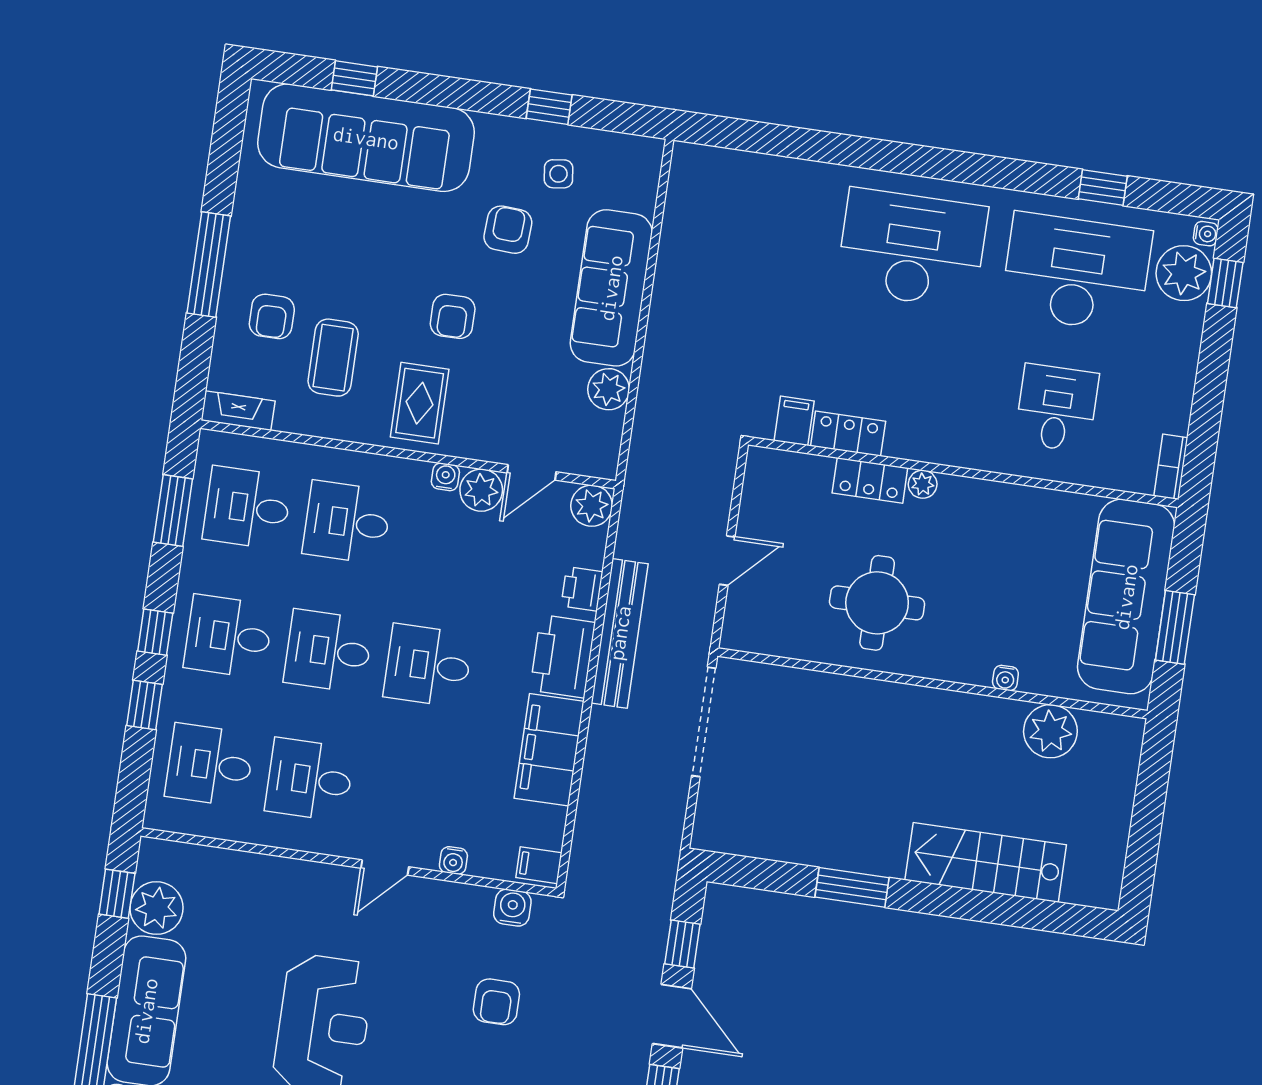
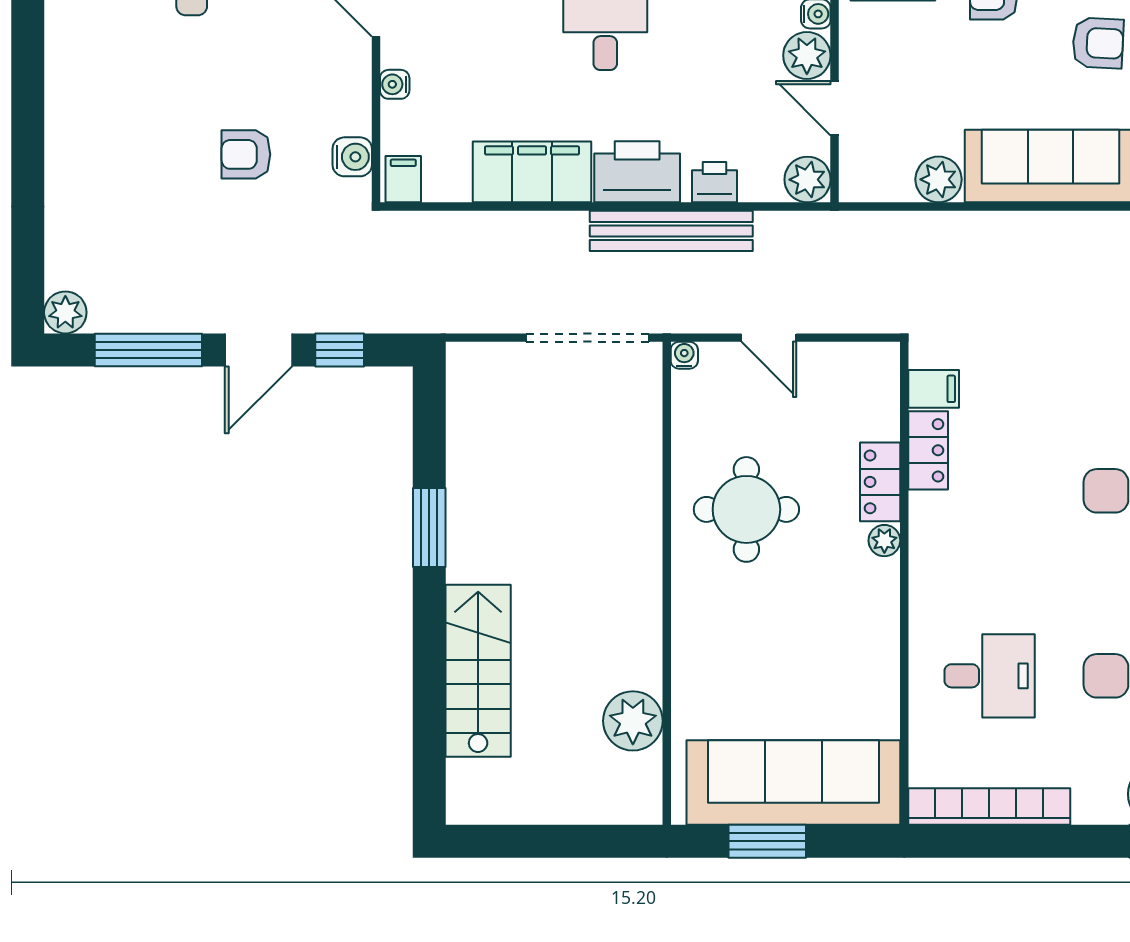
bookcase: (1171, 467) -> (989, 807), width x2.31, depth x1.31
water cooler: (1005, 678) -> (684, 355), moved, turned 90

